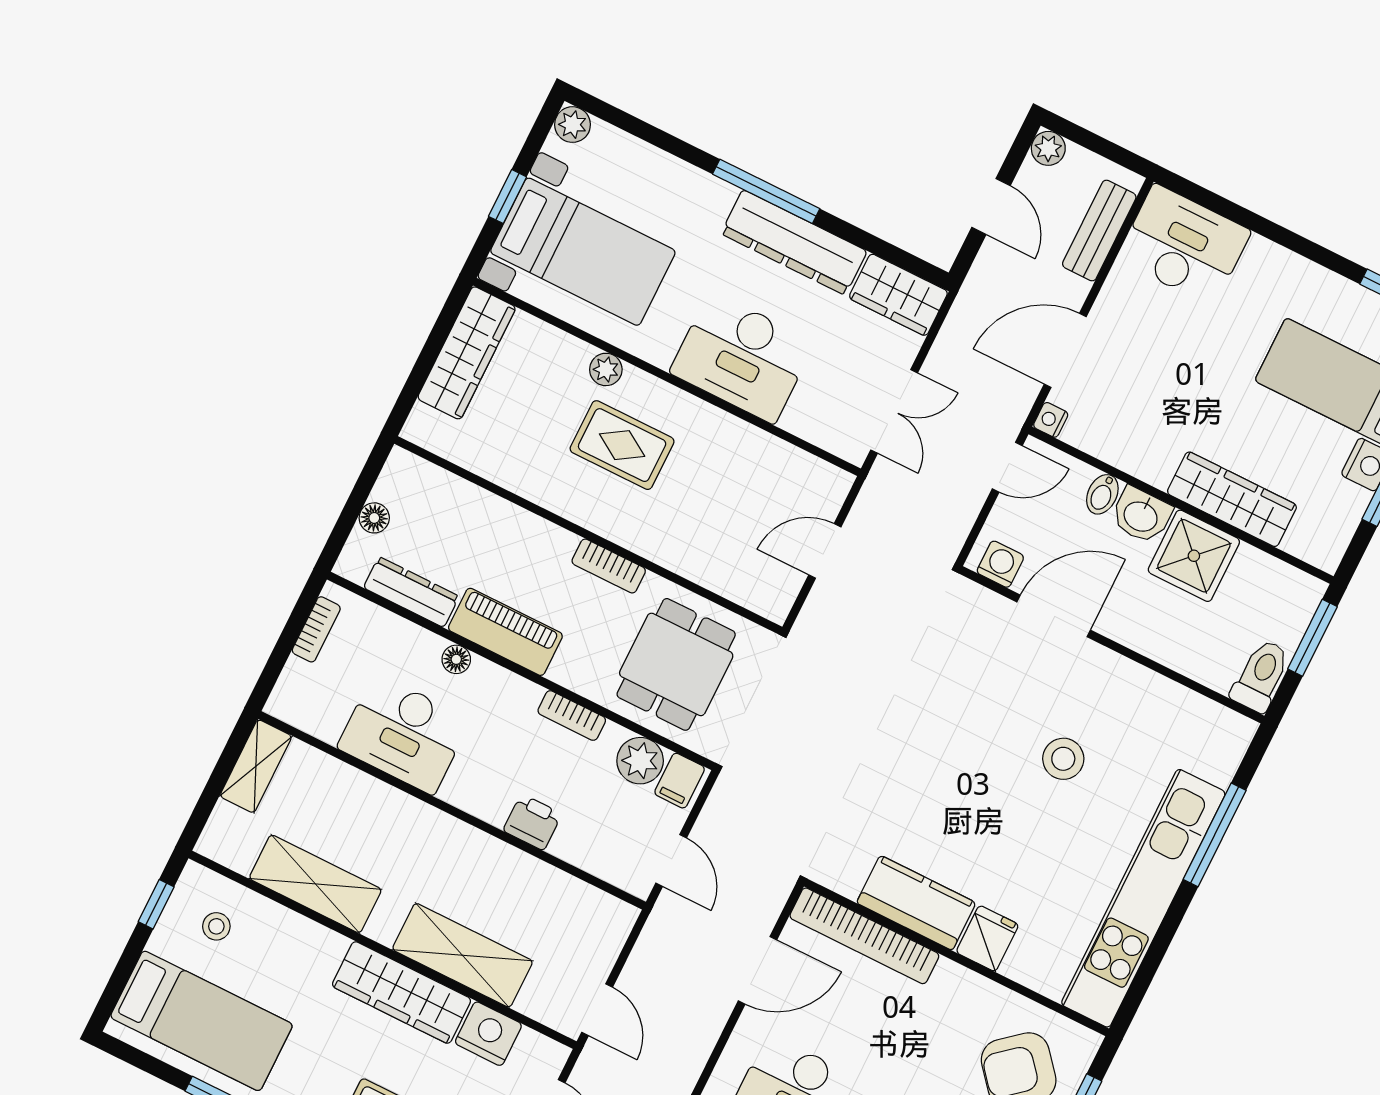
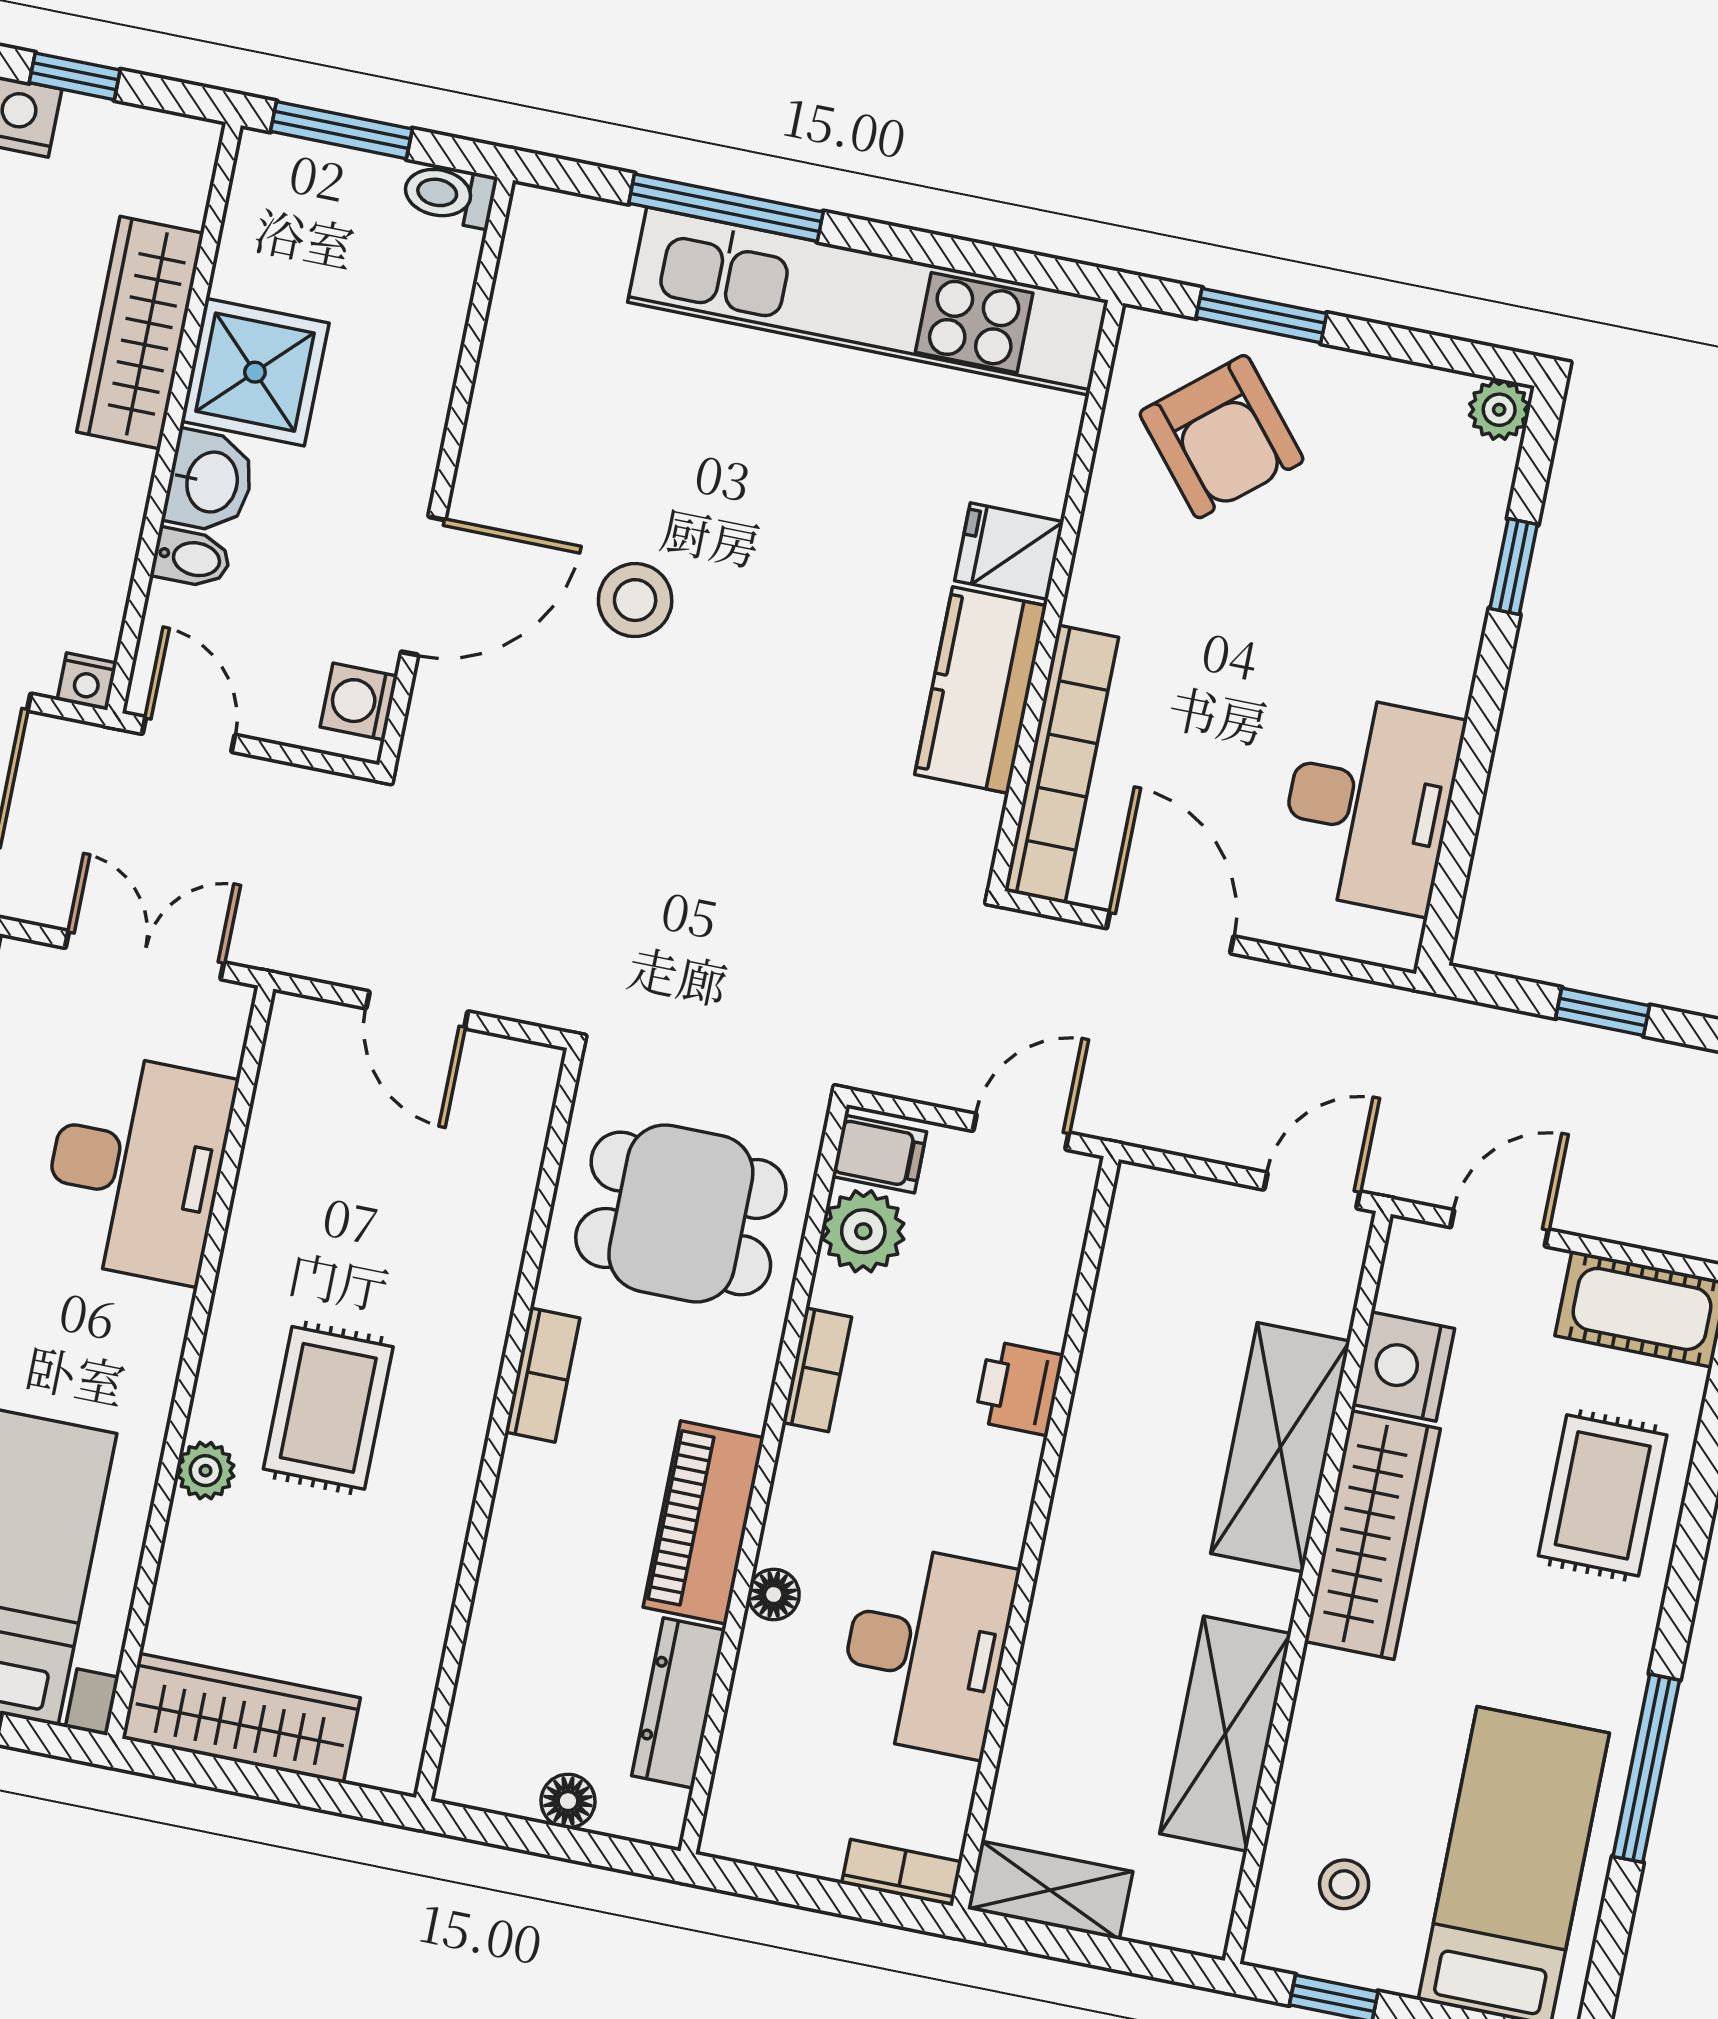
desk: (742, 357) -> (137, 1167), moved
door: (1054, 616) -> (423, 586), swing flipped
bookcase: (316, 629) -> (902, 1873), moved
toilet: (1261, 676) -> (449, 195), width x0.73, depth x0.72
stool: (1063, 759) -> (635, 600), moved

